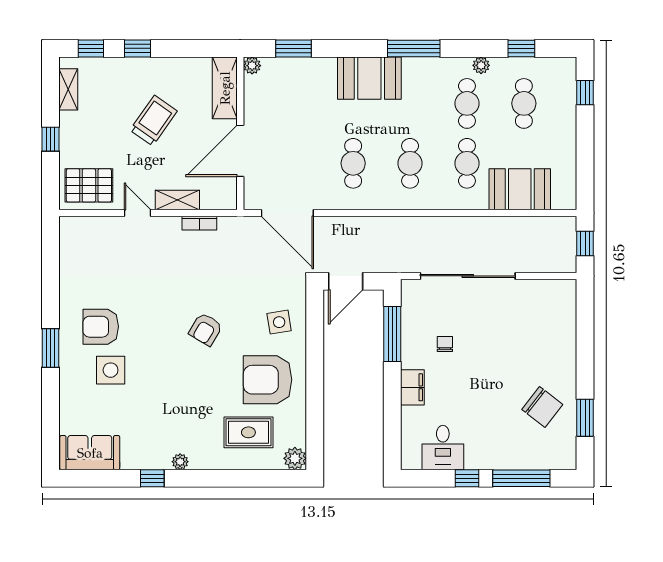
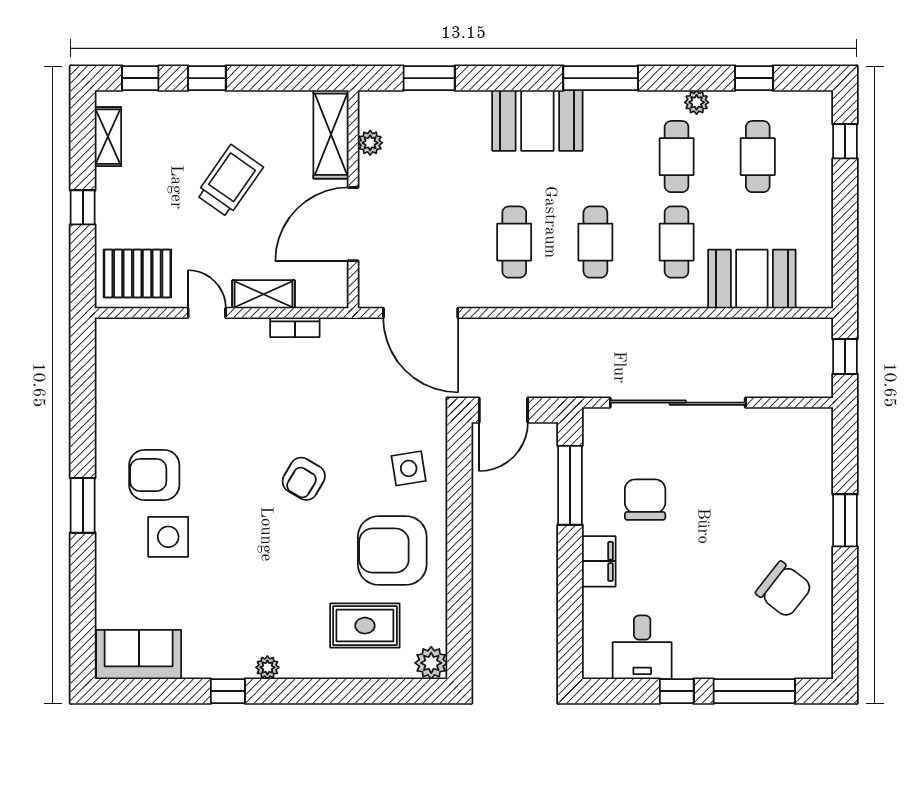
plant: (252, 66) -> (370, 143), moved
chair: (445, 344) -> (645, 500), width x1.87, depth x1.87
window: (585, 418) -> (845, 520), moved

